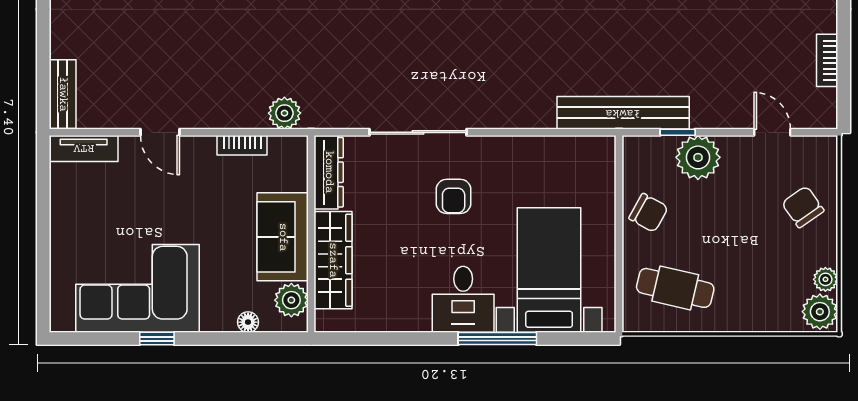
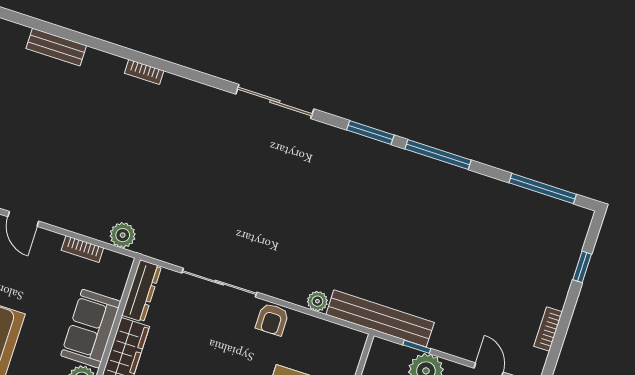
plant: (542, 116) -> (317, 301), added
armchair: (454, 196) -> (272, 319), moved

